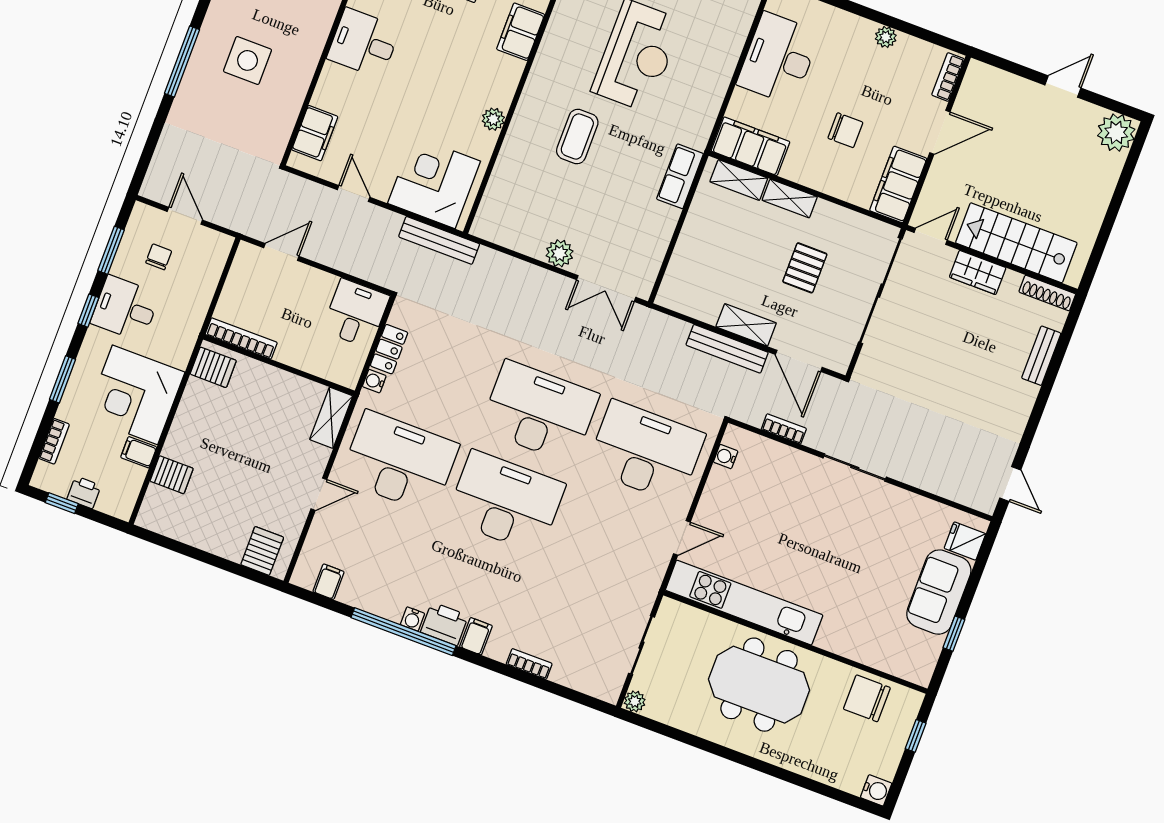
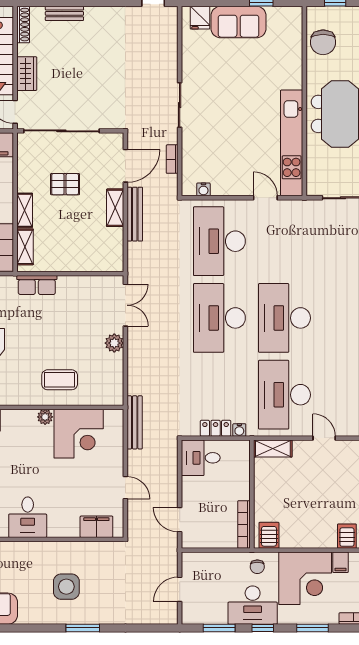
window: (182, 62) -> (83, 628), width x0.69
coffee table: (577, 137) -> (60, 380), moved
corner desk: (434, 182) -> (79, 434), moved, turned -90
door: (354, 194) -> (125, 488), swing flipped
chair: (159, 257) -> (257, 567), moved, turned -90
desk: (125, 308) -> (253, 605), width x1.37

